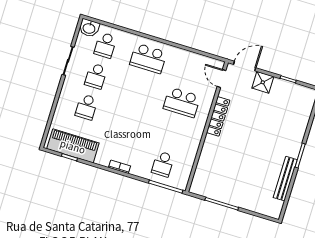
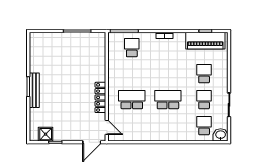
school desk: (148, 58) -> (168, 100), moved
shower: (263, 82) -> (46, 134), moved
bench: (285, 179) -> (34, 90), moved

